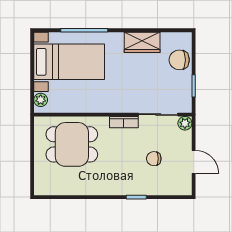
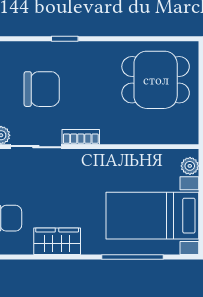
dining table: (72, 144) -> (156, 80), moved
chair: (154, 159) -> (42, 89), width x1.87, depth x1.87

